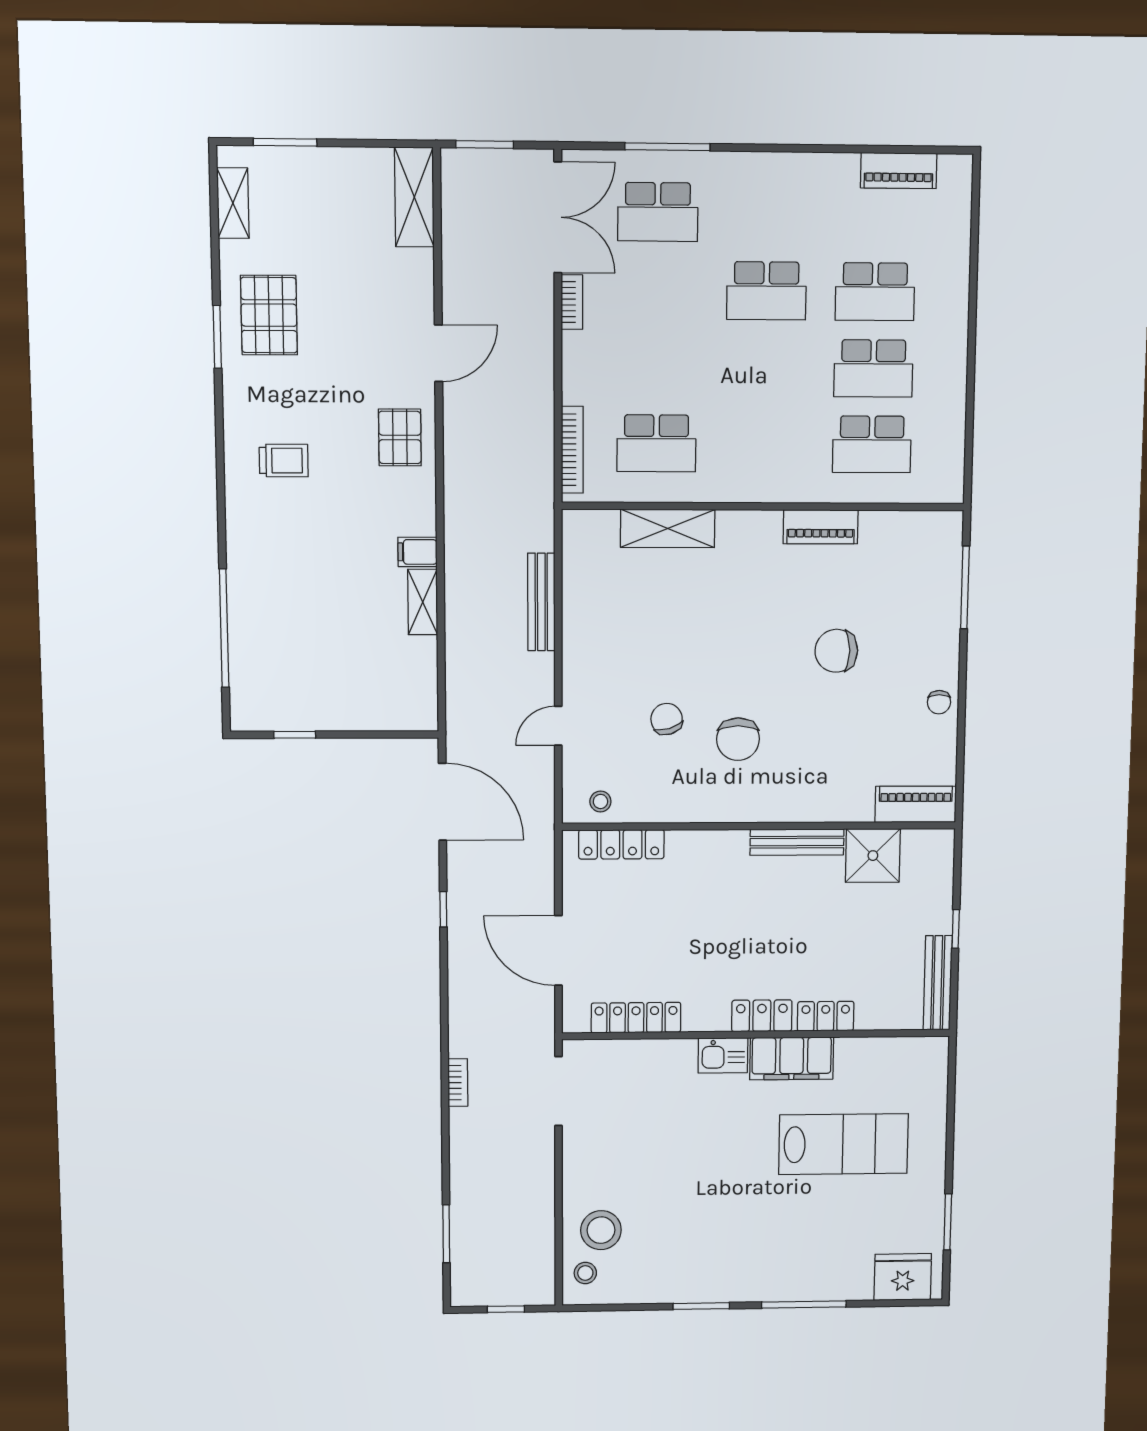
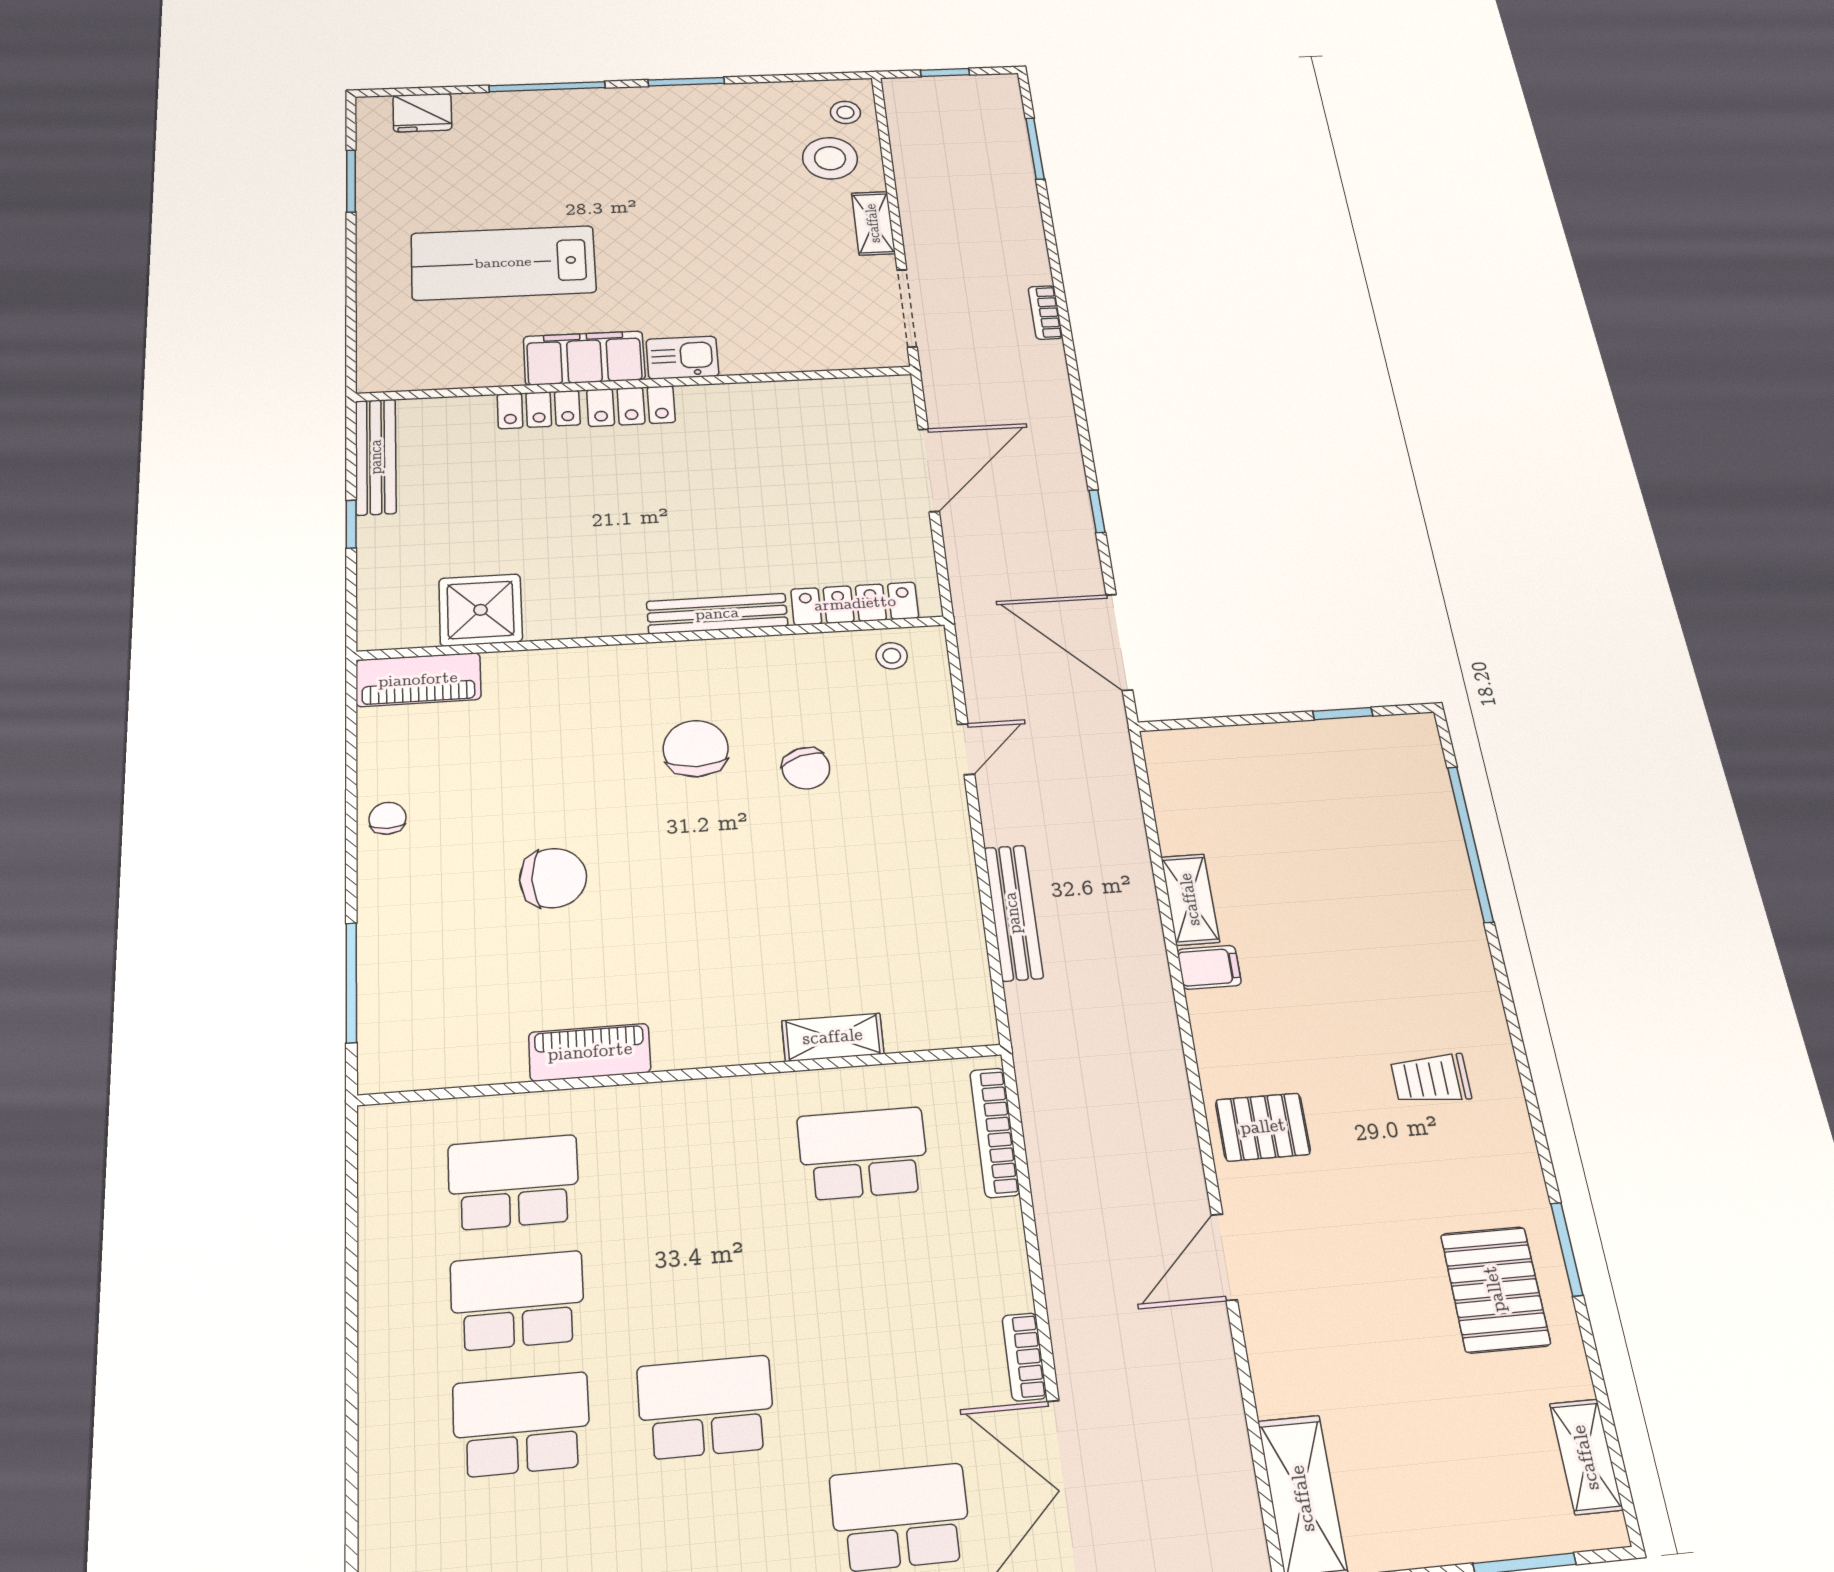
pallet: (400, 437) -> (1263, 1127), turned 90
shelving: (668, 528) -> (833, 1037), width x0.67, depth x0.75
bench: (797, 842) -> (717, 614), moved
door: (558, 950) -> (929, 470), hinge flipped
locker: (636, 1018) -> (810, 396), removed
shelving: (575, 1169) -> (873, 223), added
fridge: (903, 1277) -> (422, 113), width x0.73, depth x0.75

